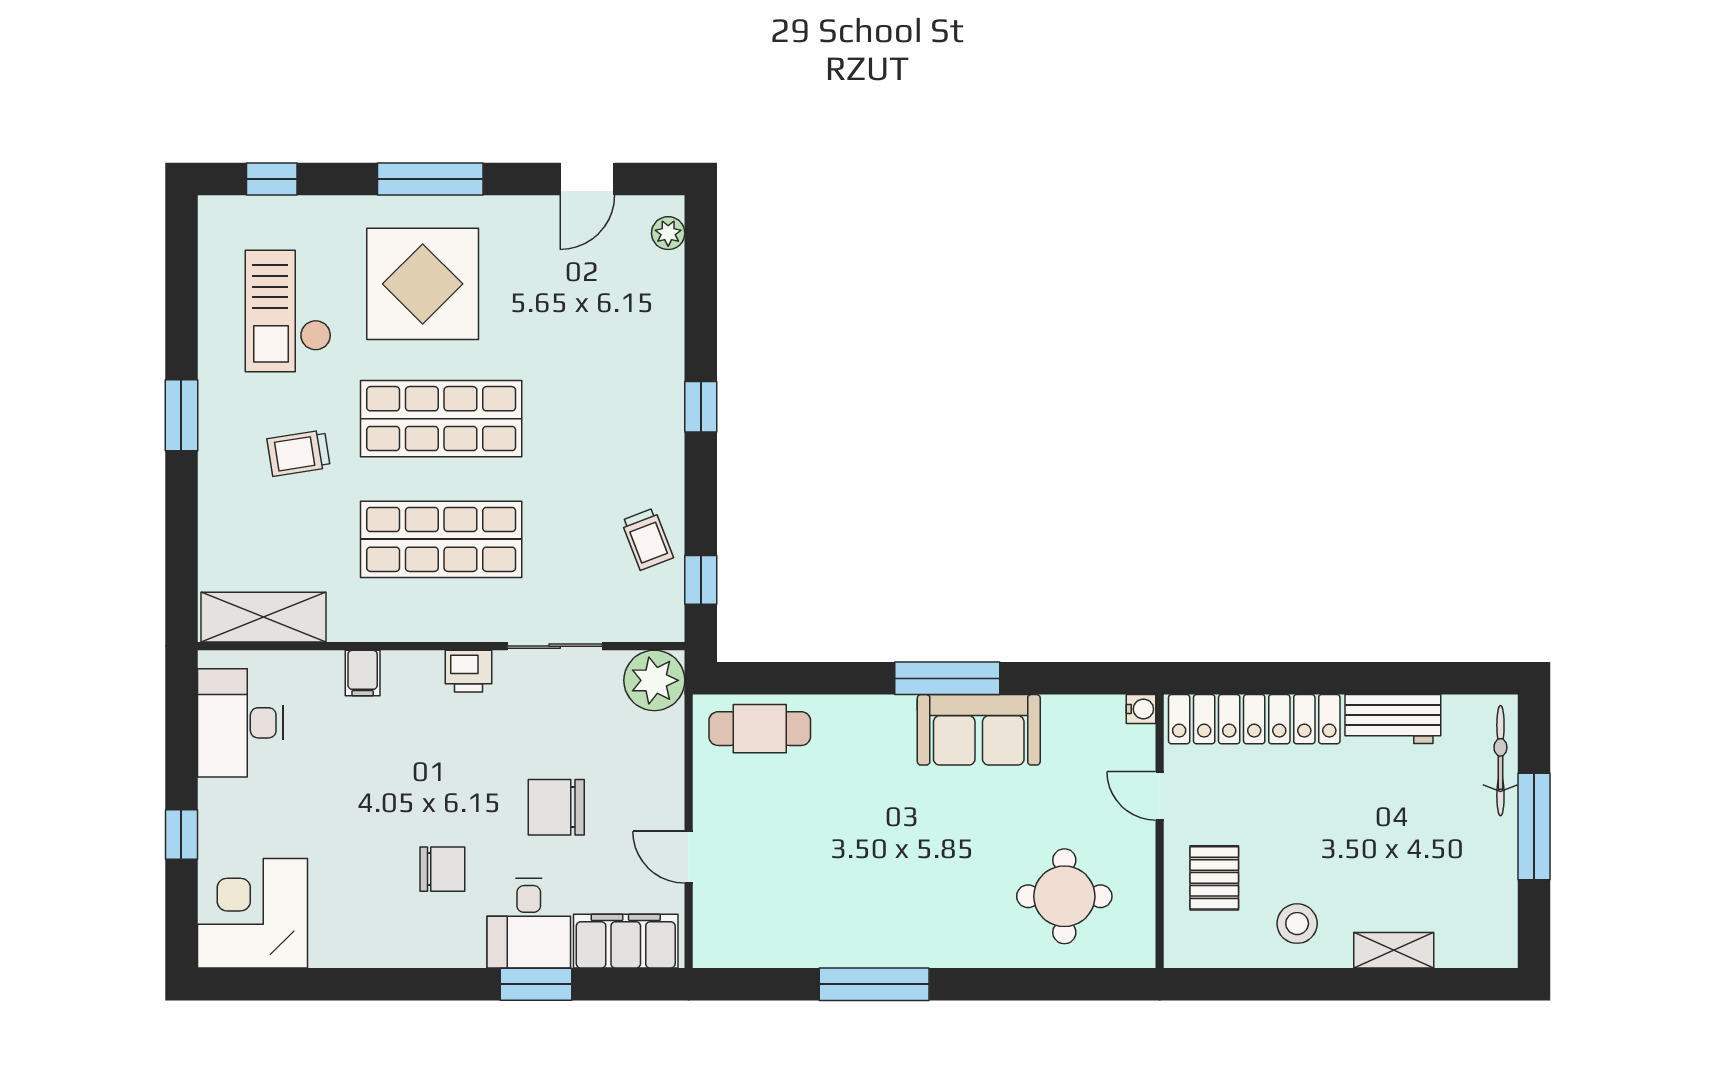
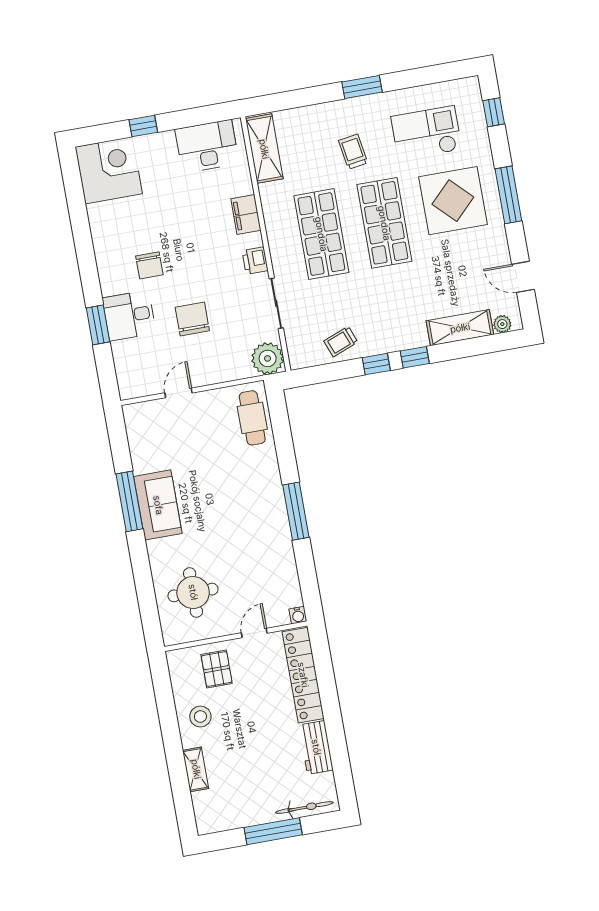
shelving: (661, 313) -> (460, 328), added
window: (701, 580) -> (376, 364), moved
filing cabinet: (363, 673) -> (246, 214), width x2.00
sofa: (979, 730) -> (158, 505), moved, turned 180
pallet: (1214, 878) -> (217, 669), turned 90
filing cabinet: (626, 941) -> (129, 368), removed

